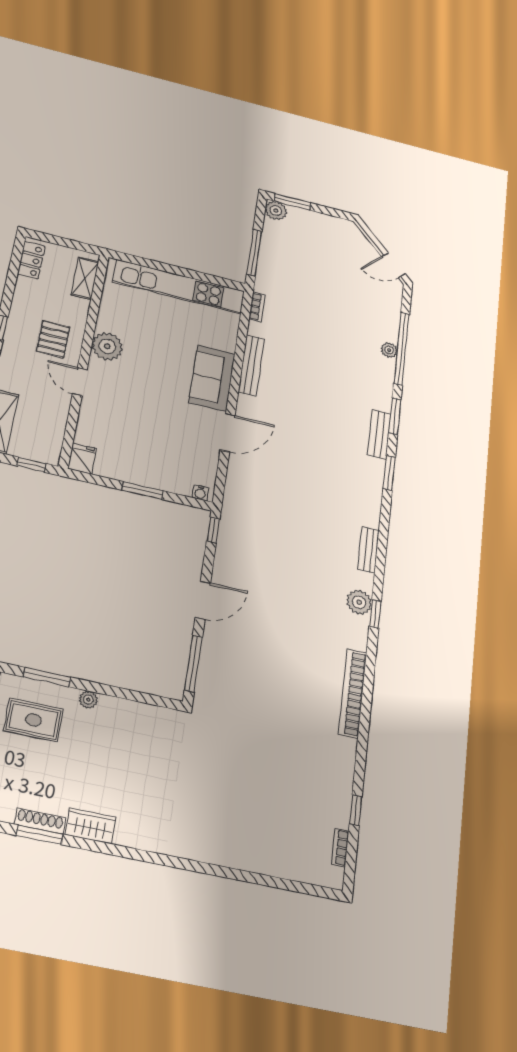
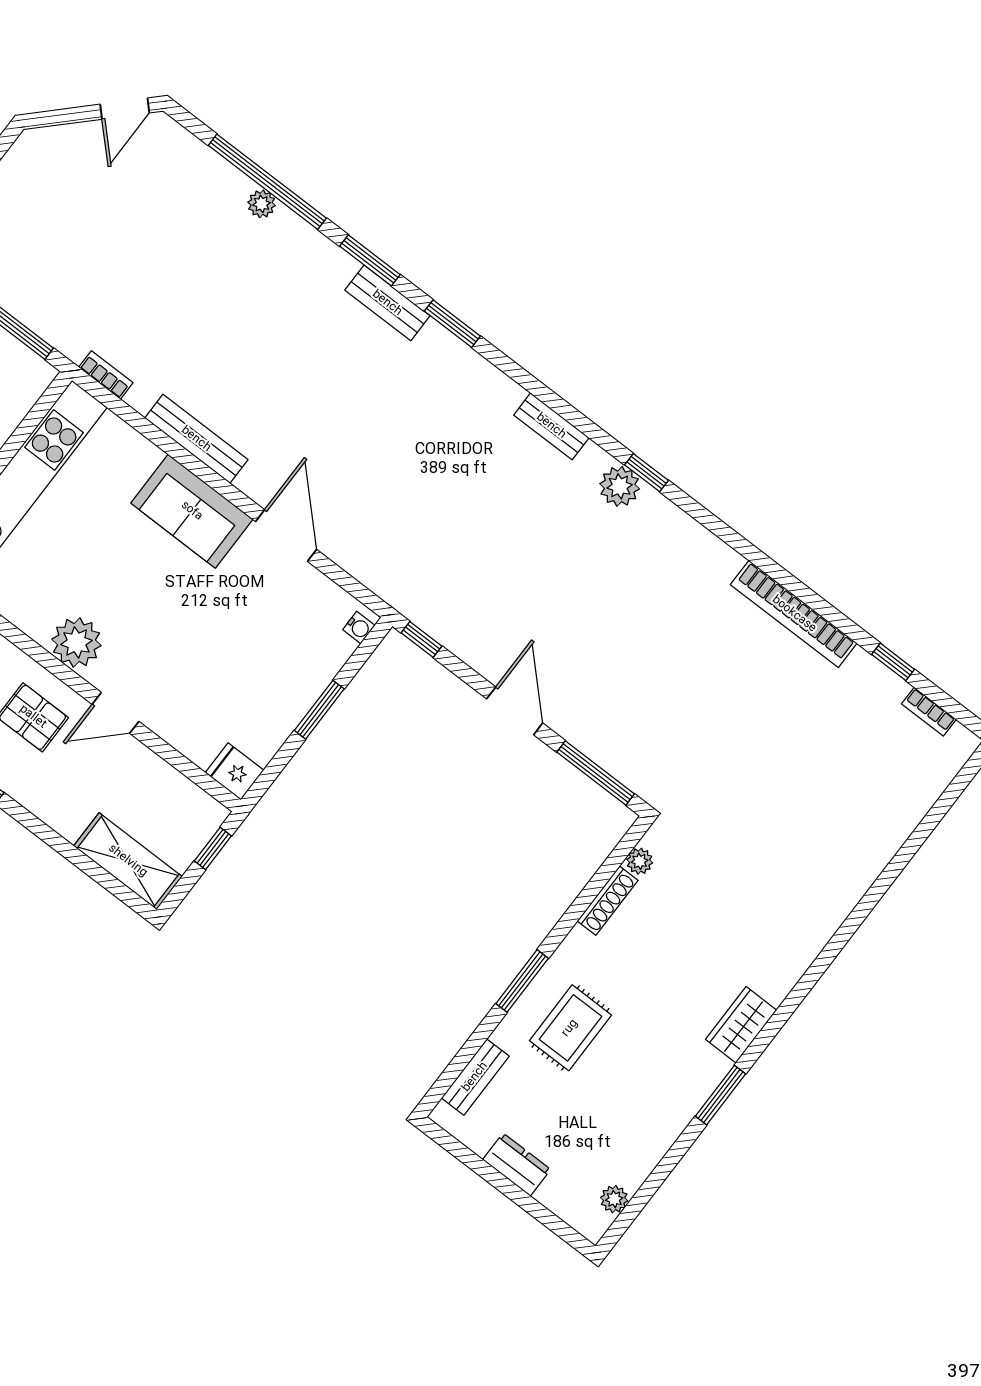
bookcase: (353, 693) -> (794, 614), moved
plant: (88, 700) -> (640, 861), moved
shoe rack: (40, 821) -> (608, 901), moved, turned 180

